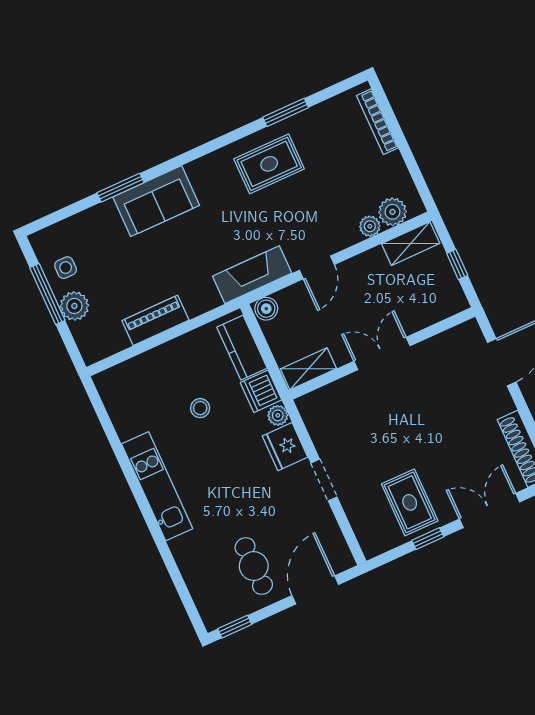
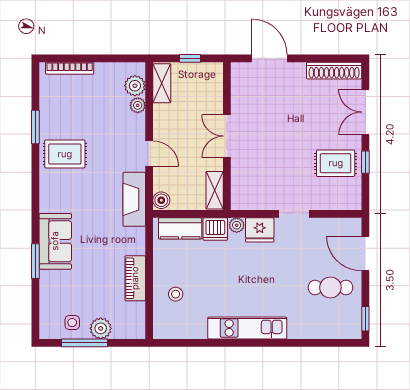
rug: (269, 164) -> (65, 154), turned 90
stool: (200, 408) -> (176, 294), moved

